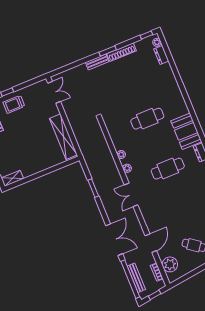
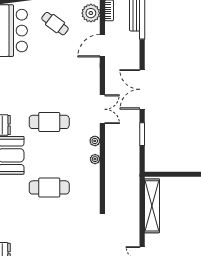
double door: (114, 240) -> (142, 89), moved

